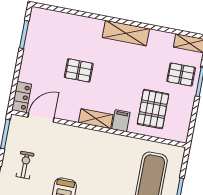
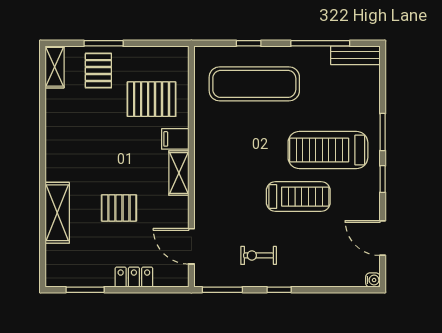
shelving: (126, 33) -> (57, 213), moved
pallet: (79, 70) -> (119, 208), turned 90
locker: (22, 97) -> (134, 277), moved

